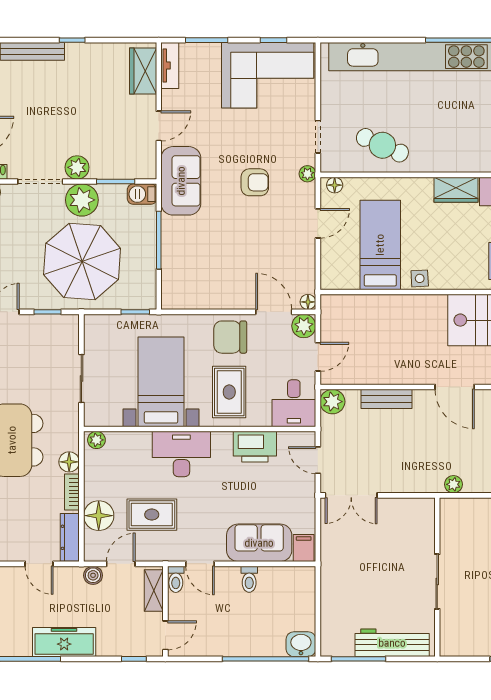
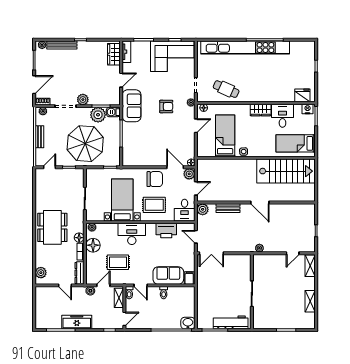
plant: (82, 200) -> (98, 115), moved
chair: (230, 337) -> (155, 179), turned 180
rug: (229, 392) -> (154, 205), turned 90
floor lamp: (99, 516) -> (93, 245), moved

